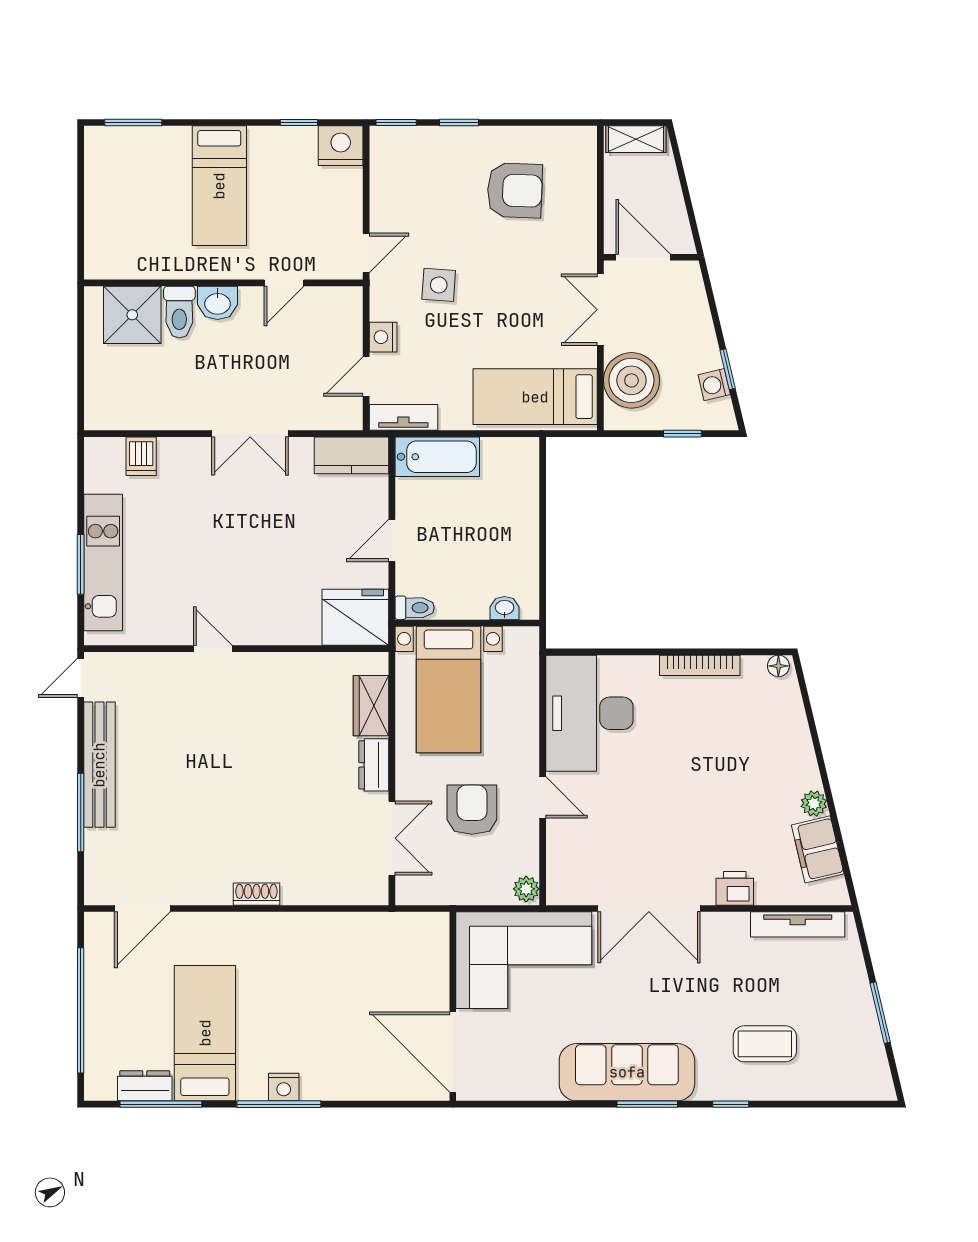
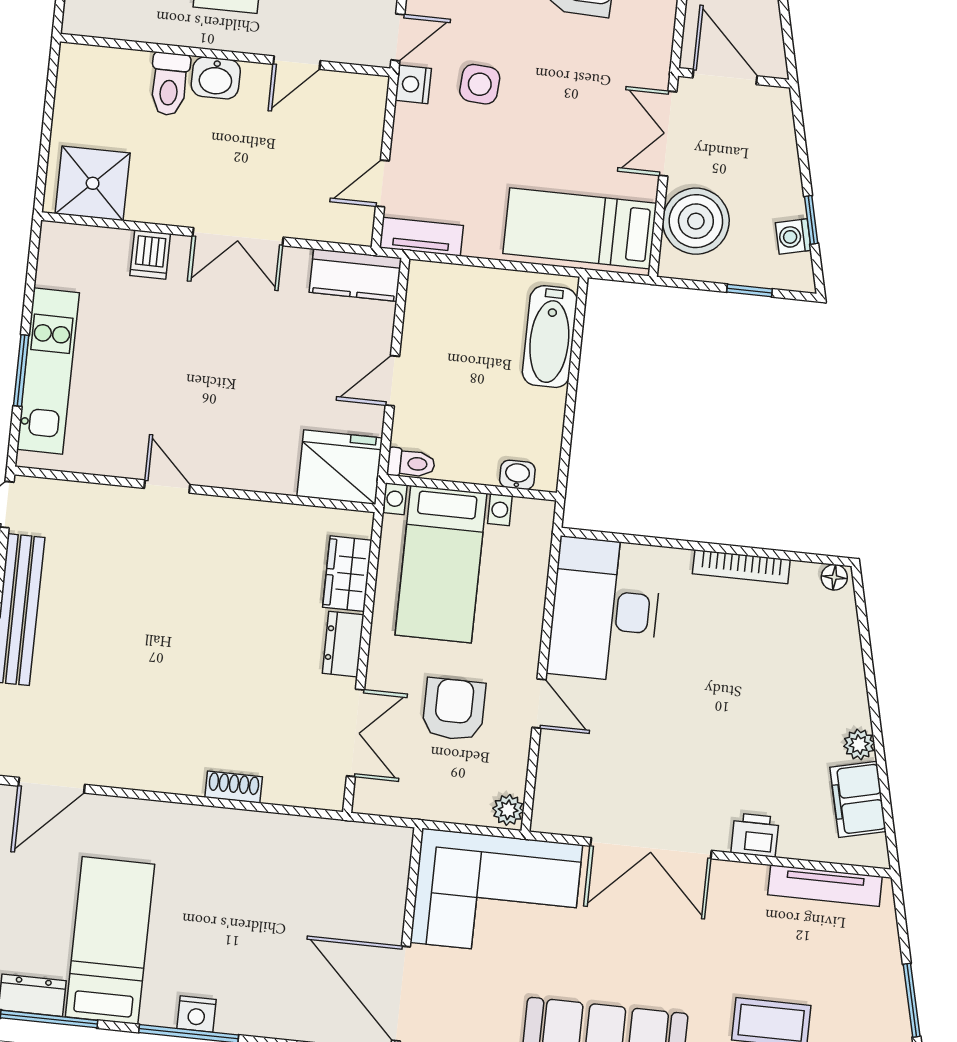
shower: (132, 315) -> (93, 183), moved
nightstand: (383, 337) -> (413, 84), moved
dishwasher: (141, 456) -> (150, 255), moved
bathtub: (437, 457) -> (550, 337), moved, turned 90
shoe rack: (256, 894) -> (234, 787), moved

